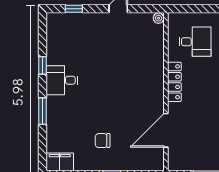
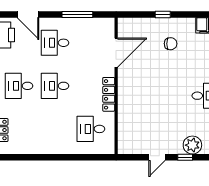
window: (74, 9) -> (185, 157), moved
plant: (158, 18) -> (192, 145), moved, width x1.88, depth x1.88

